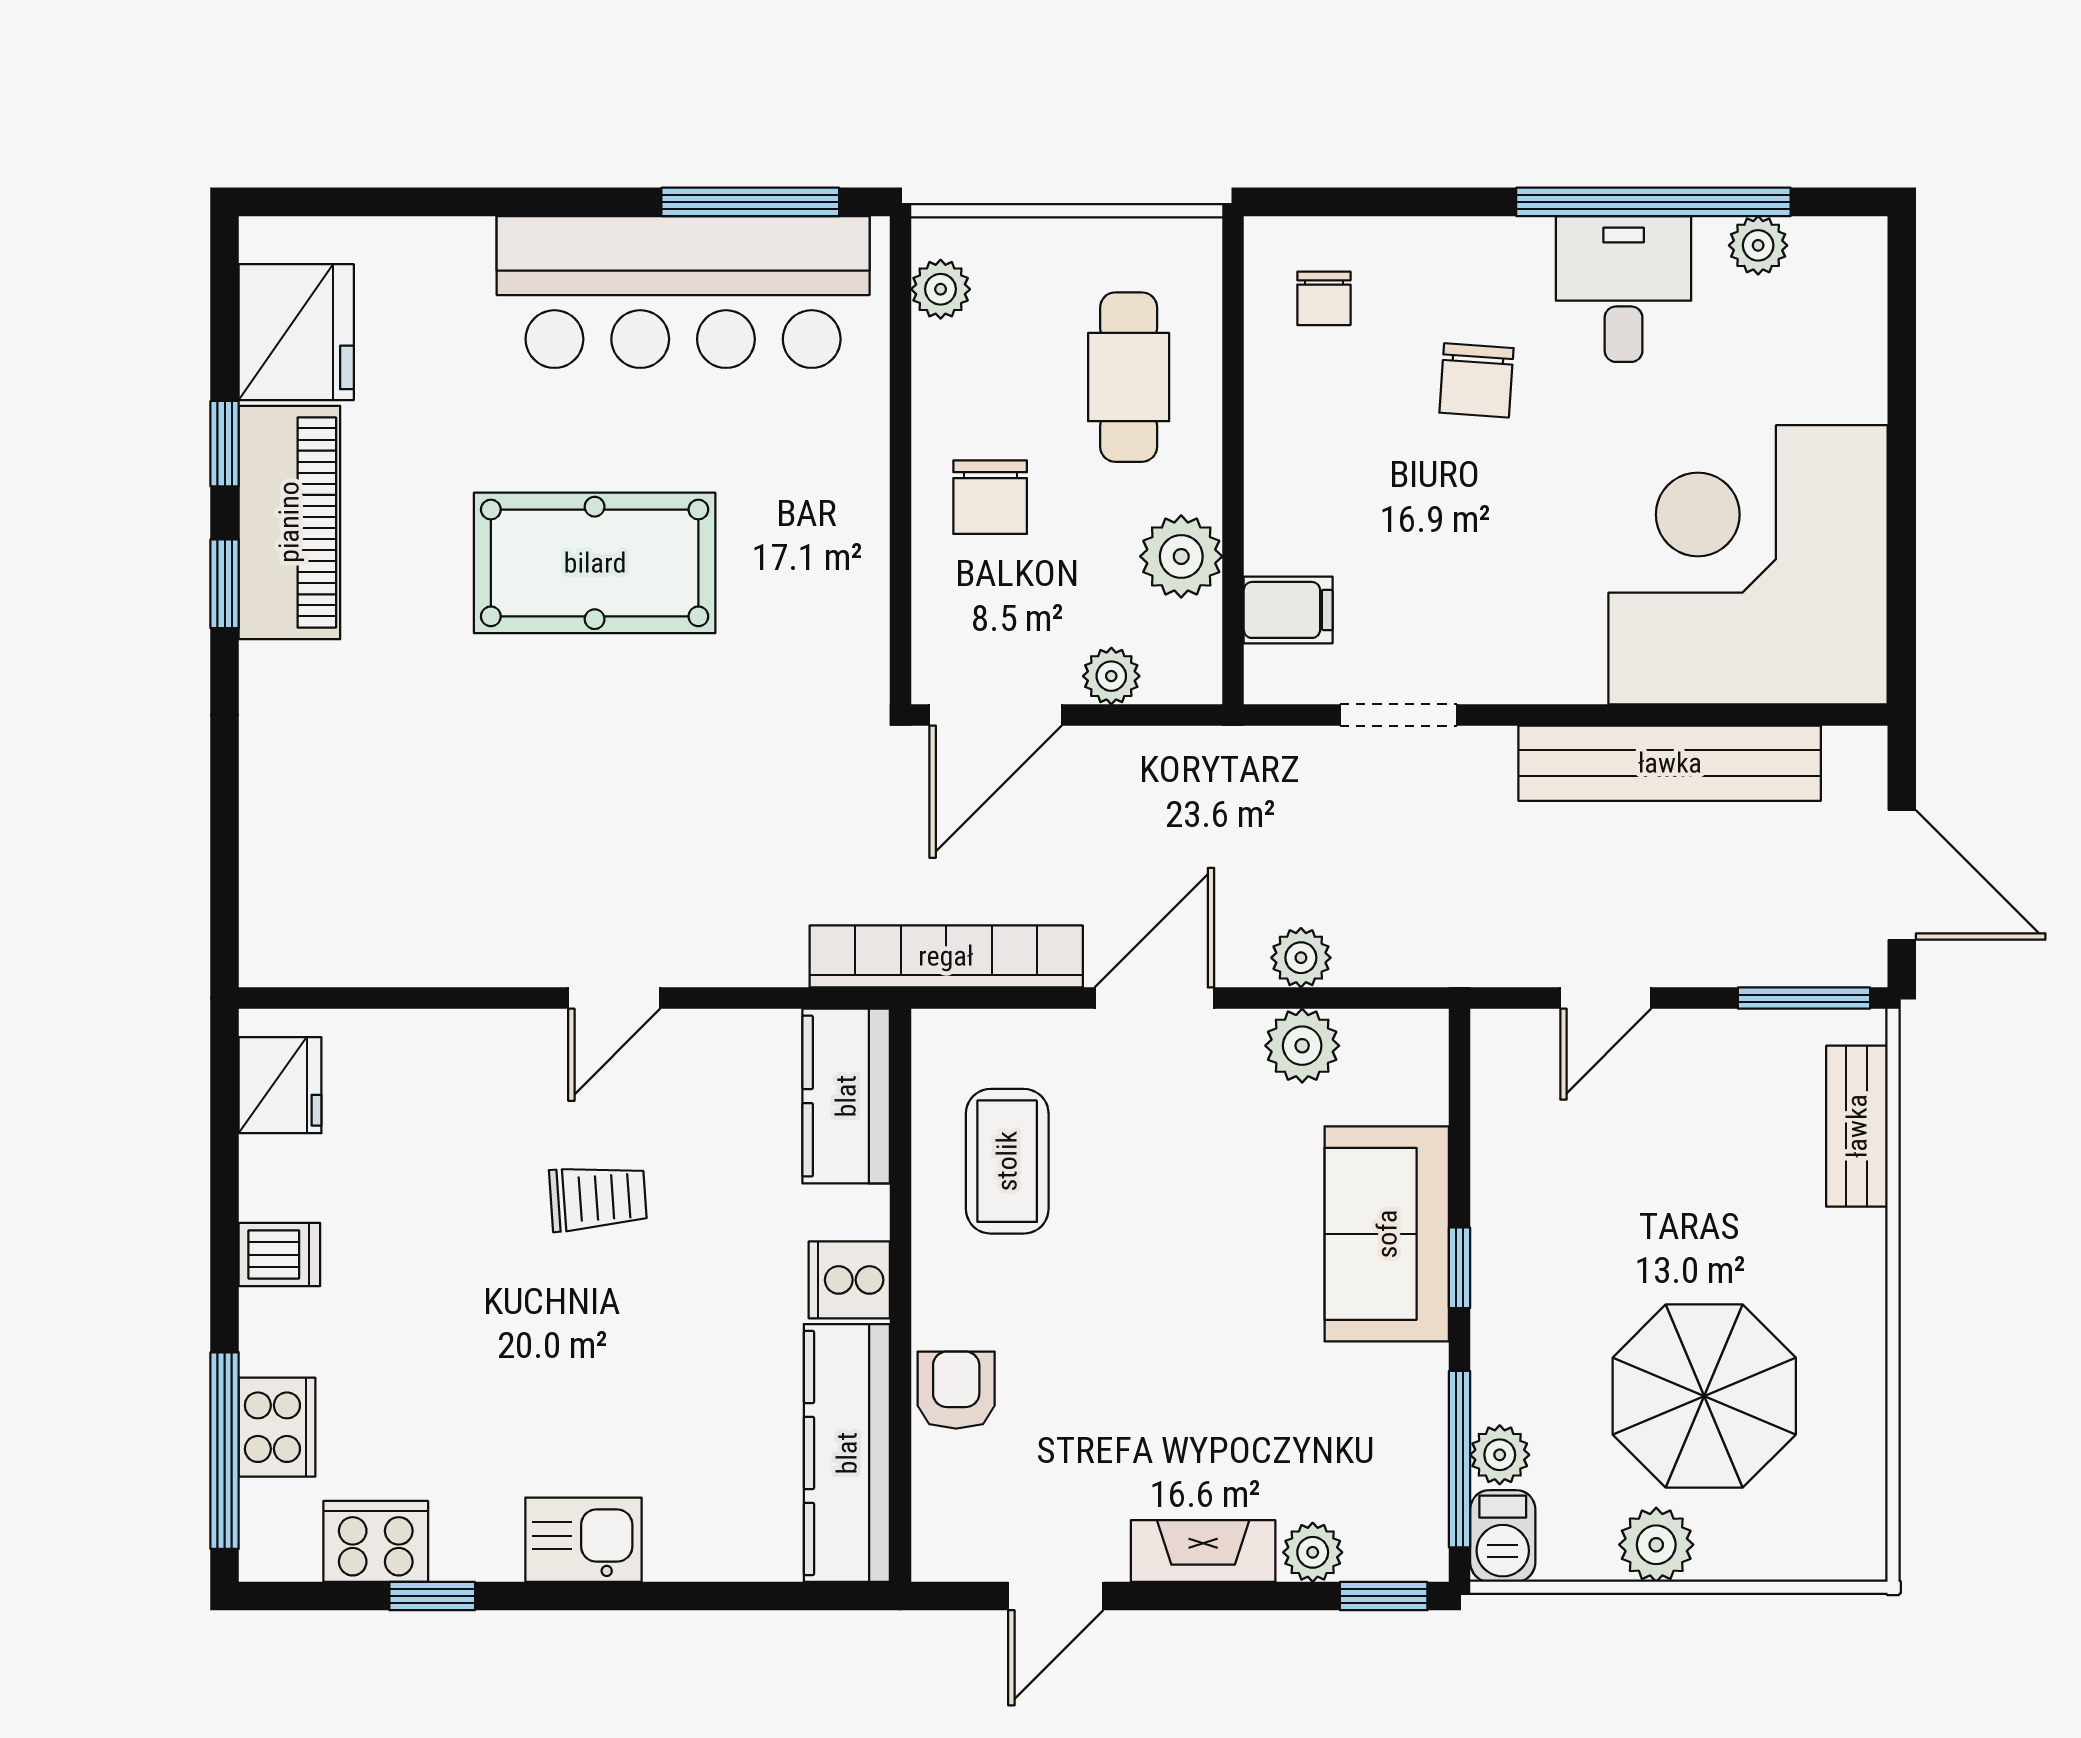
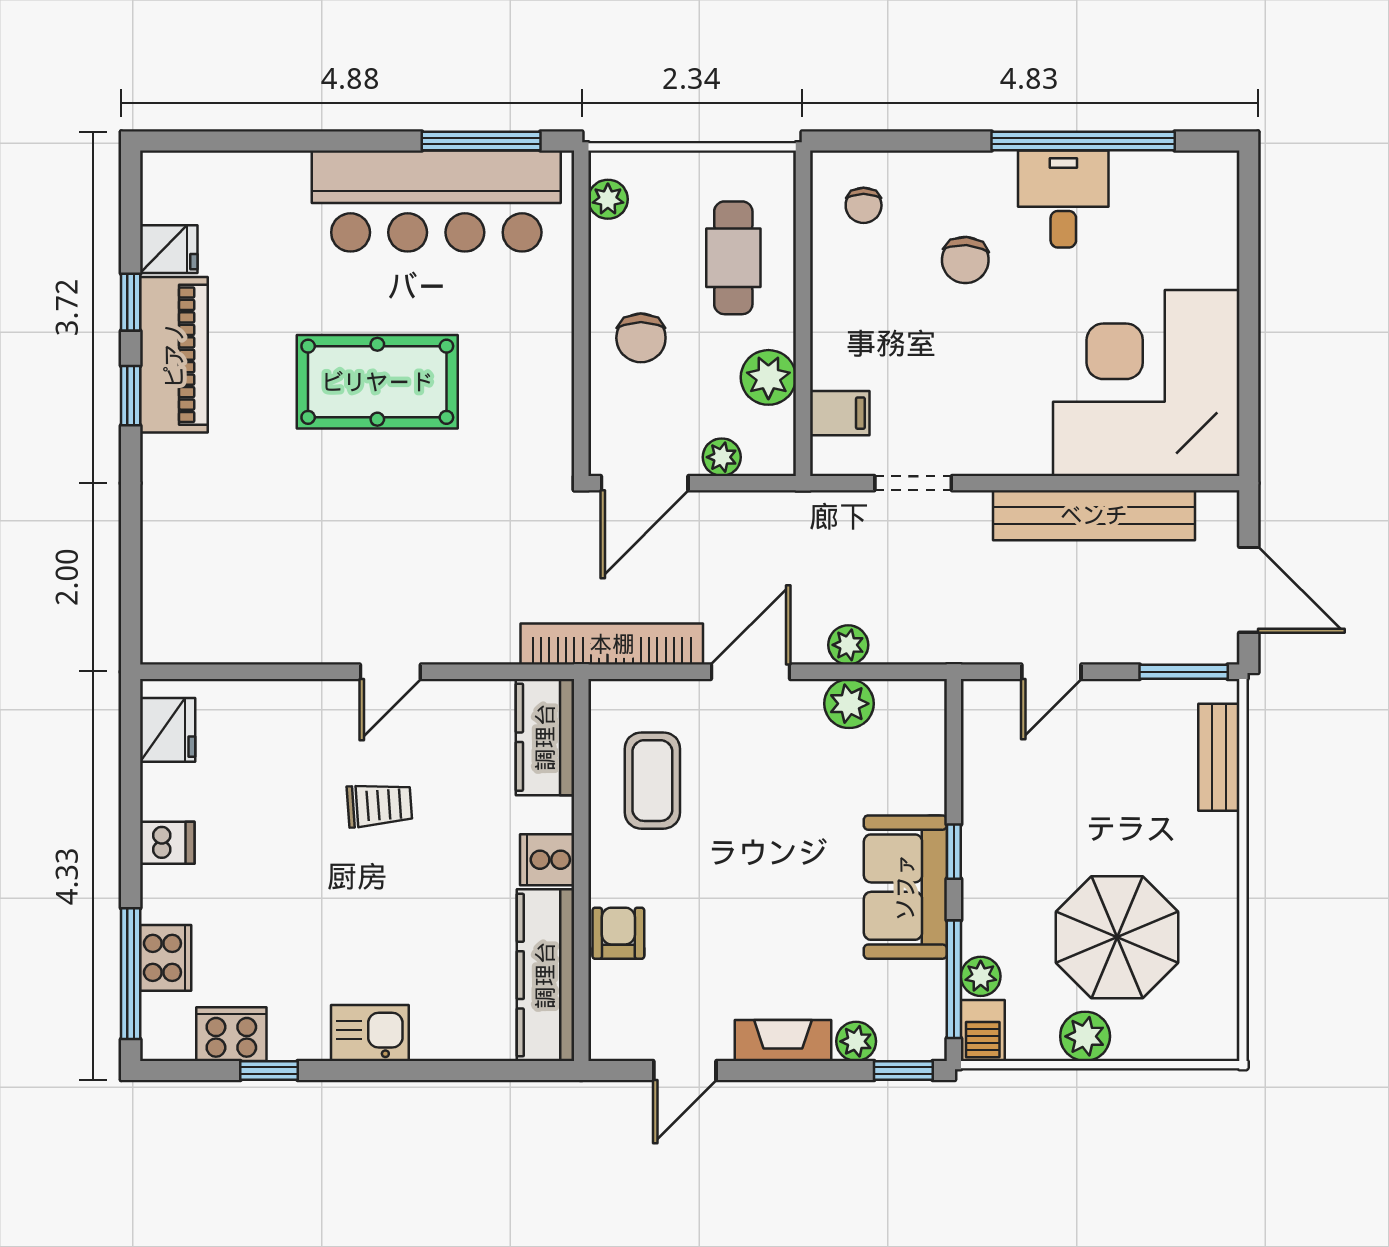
plant: (1758, 245) -> (1153, 170), removed
fridge: (296, 332) -> (169, 249), width x0.53, depth x0.75
sofa: (1387, 1234) -> (905, 887), moved

